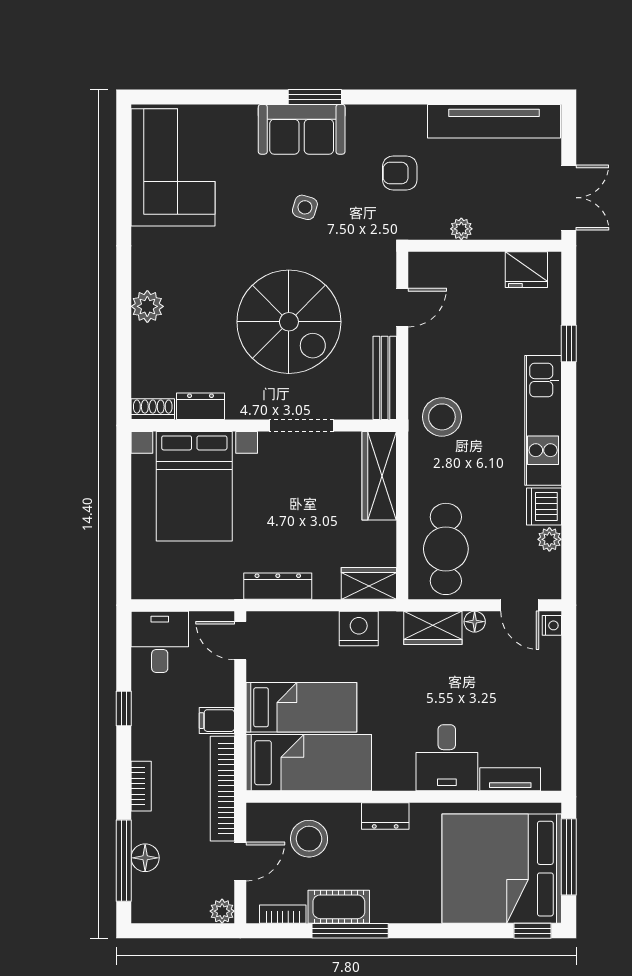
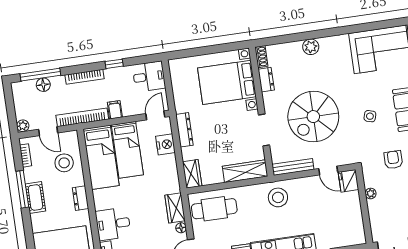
fridge: (526, 270) -> (348, 181), moved
nightstand: (359, 629) -> (165, 144), moved
bookcase: (141, 786) -> (85, 77), width x1.56
cot: (339, 907) -> (35, 197), moved

